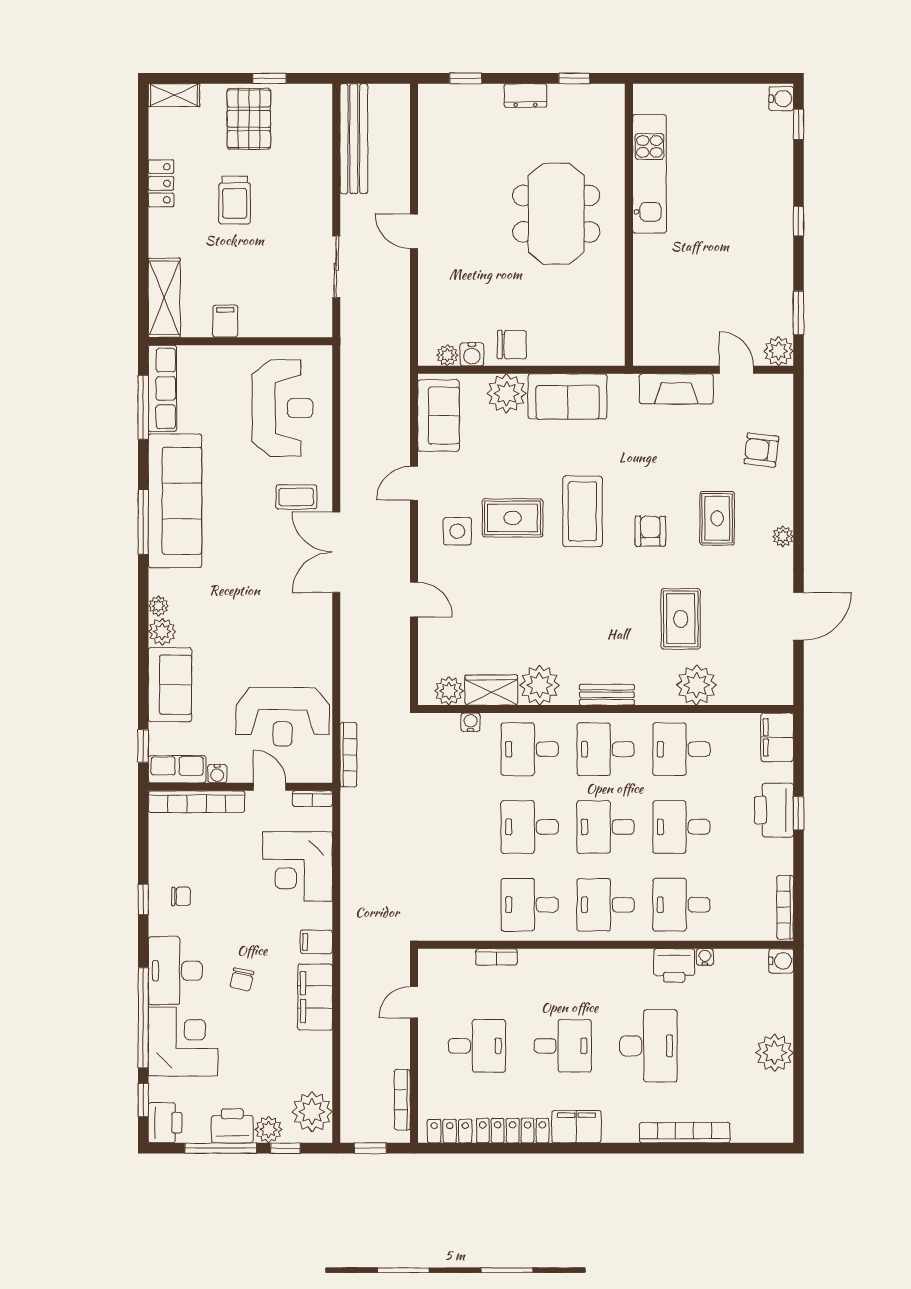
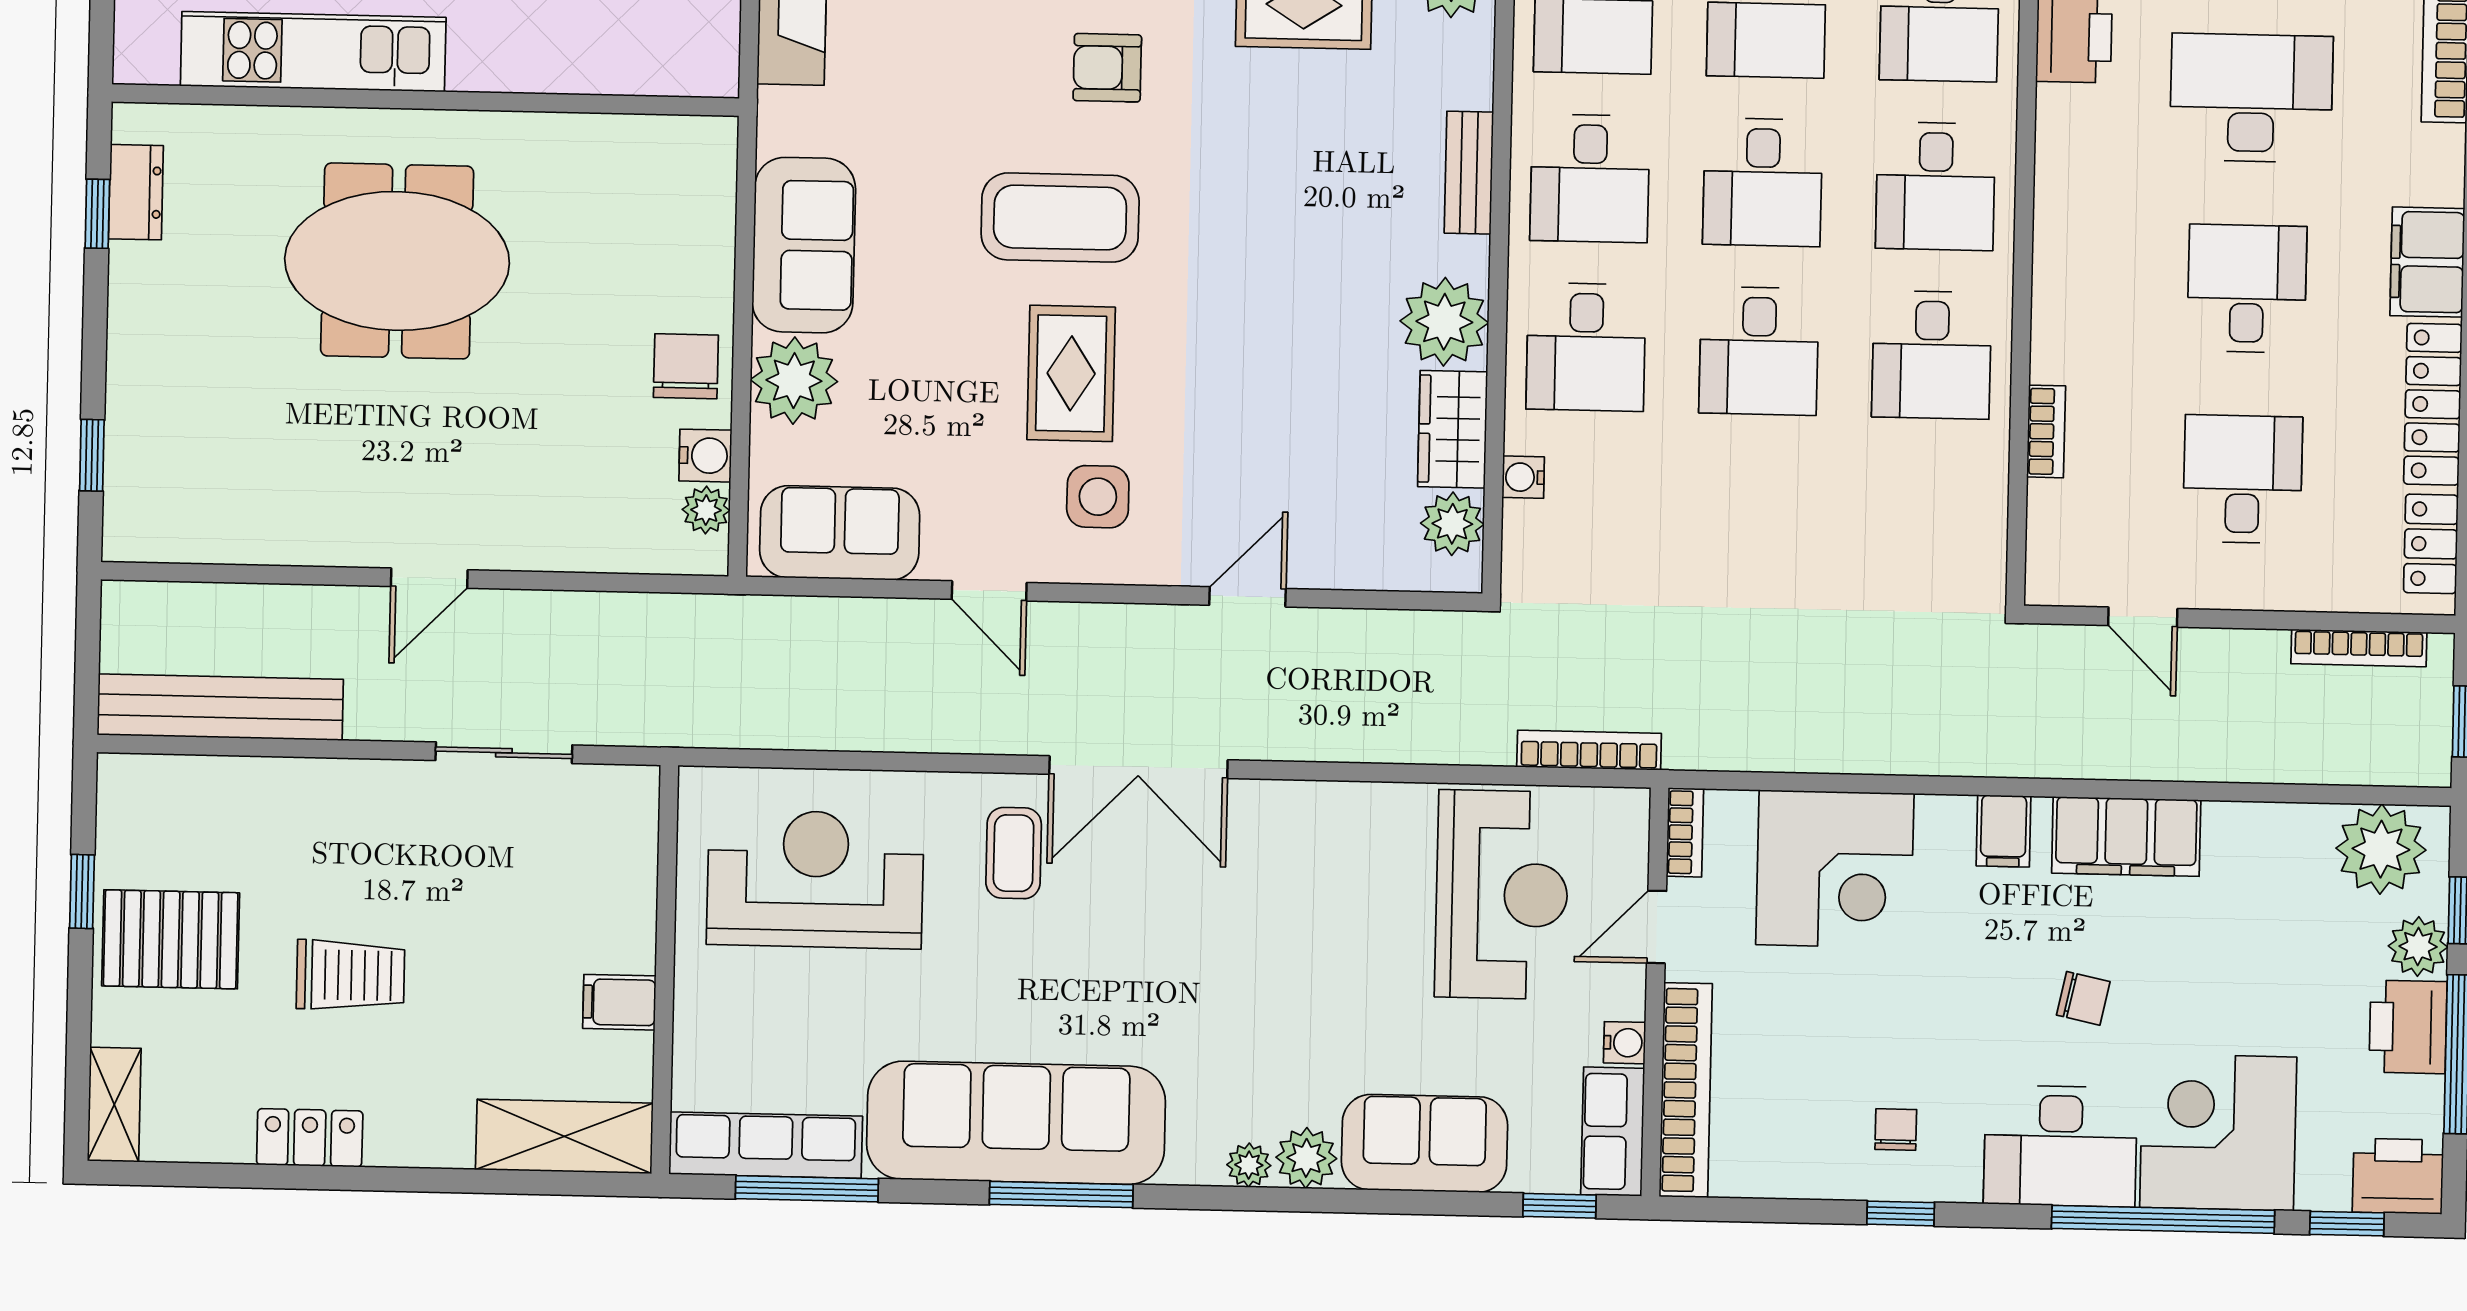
dresser: (525, 96) -> (136, 192), moved

